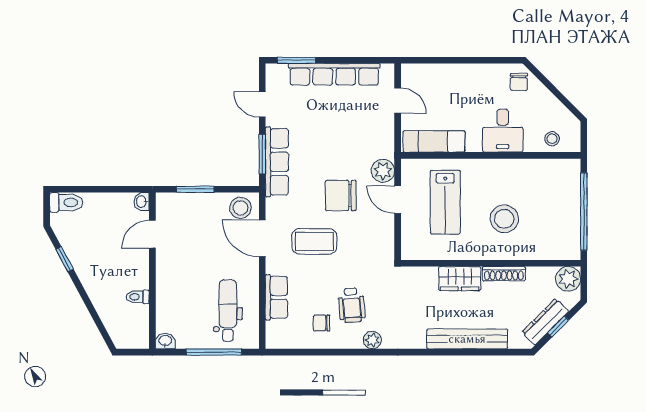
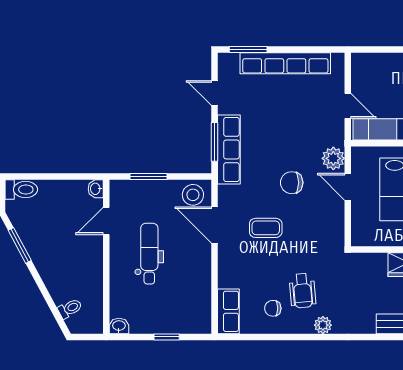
door: (398, 101) -> (348, 106), moved
chair: (341, 196) -> (292, 183), width x0.73, depth x0.73
coffee table: (314, 241) -> (266, 228), width x0.73, depth x0.77
window: (65, 259) -> (20, 245), width x1.50
toilet: (138, 297) -> (70, 308), moved, turned 152
row of seats: (276, 297) -> (228, 311), moved
dental chair: (228, 311) -> (149, 254), moved
window: (214, 352) -> (167, 337), width x0.46

